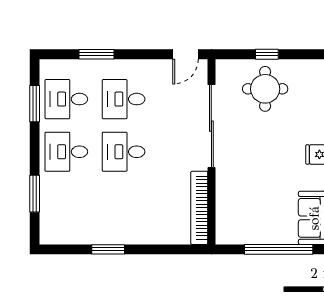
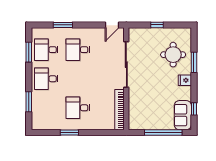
round table: (265, 89) -> (173, 55), moved
desk: (124, 152) -> (78, 108), moved

